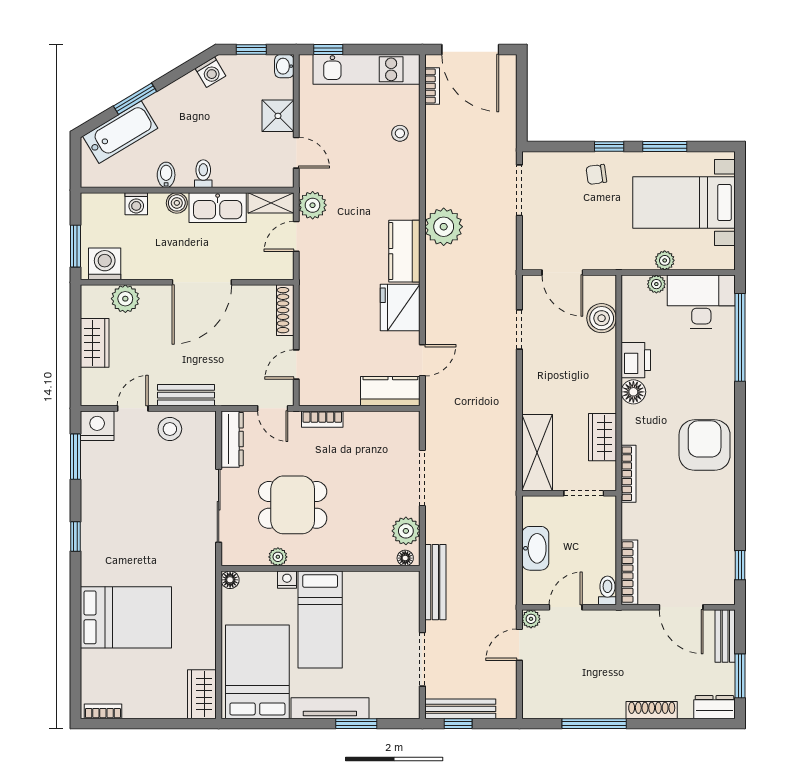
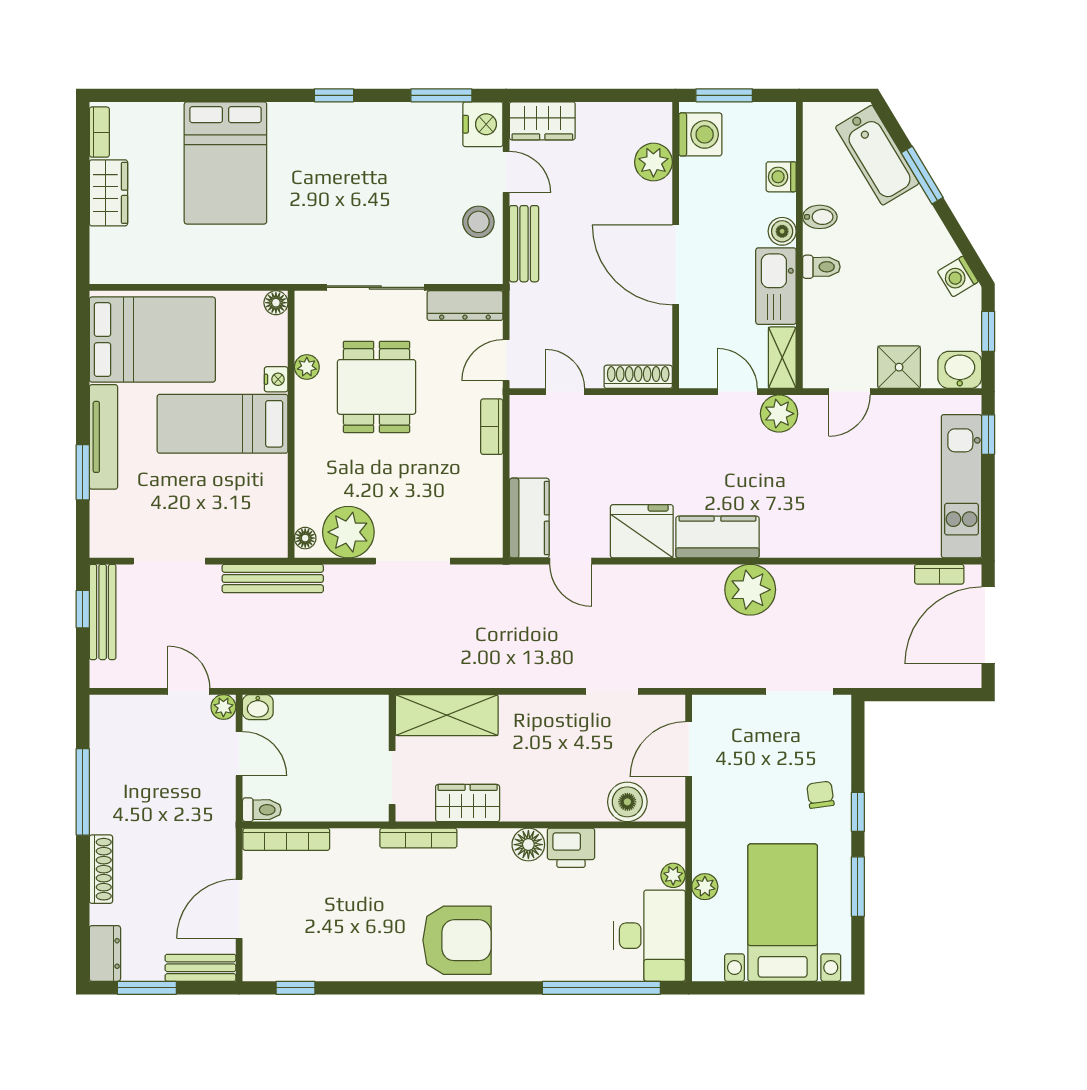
washbasin: (284, 66) -> (960, 370), width x1.38, depth x1.45
stool: (400, 133) -> (876, 531), removed
wardrobe: (95, 343) -> (542, 121), moved
plant: (406, 531) -> (348, 532), width x1.36, depth x1.36
washbasin: (535, 548) -> (258, 707), moved, width x0.52, depth x0.69
wardrobe: (202, 694) -> (108, 193), moved, turned 90

